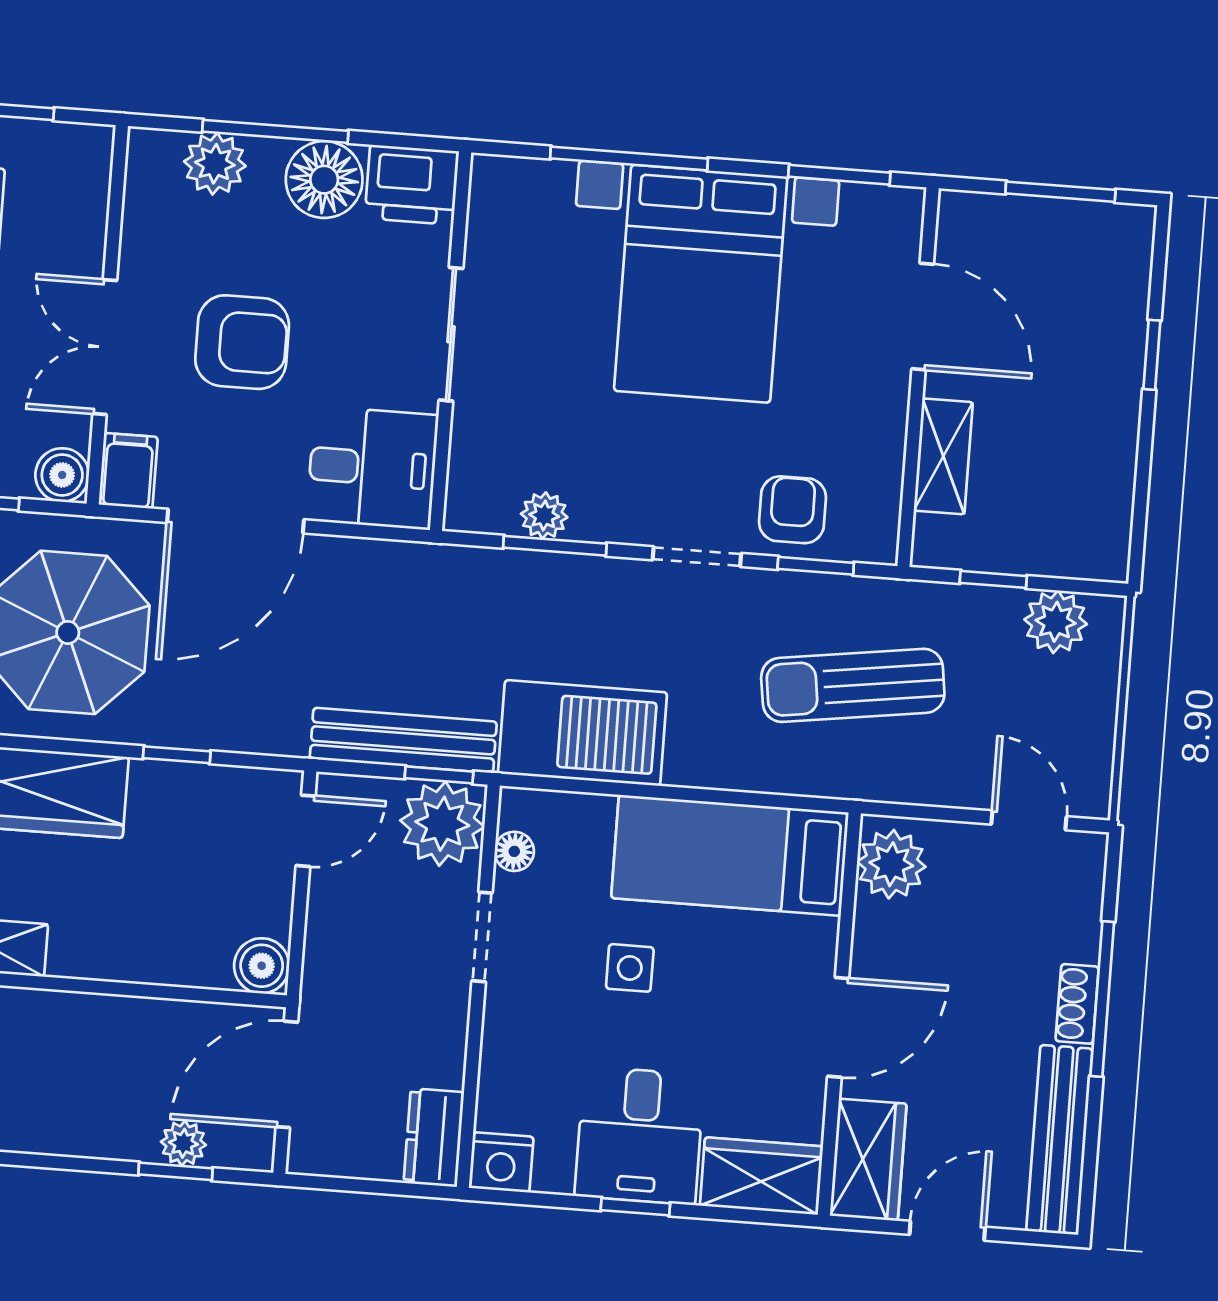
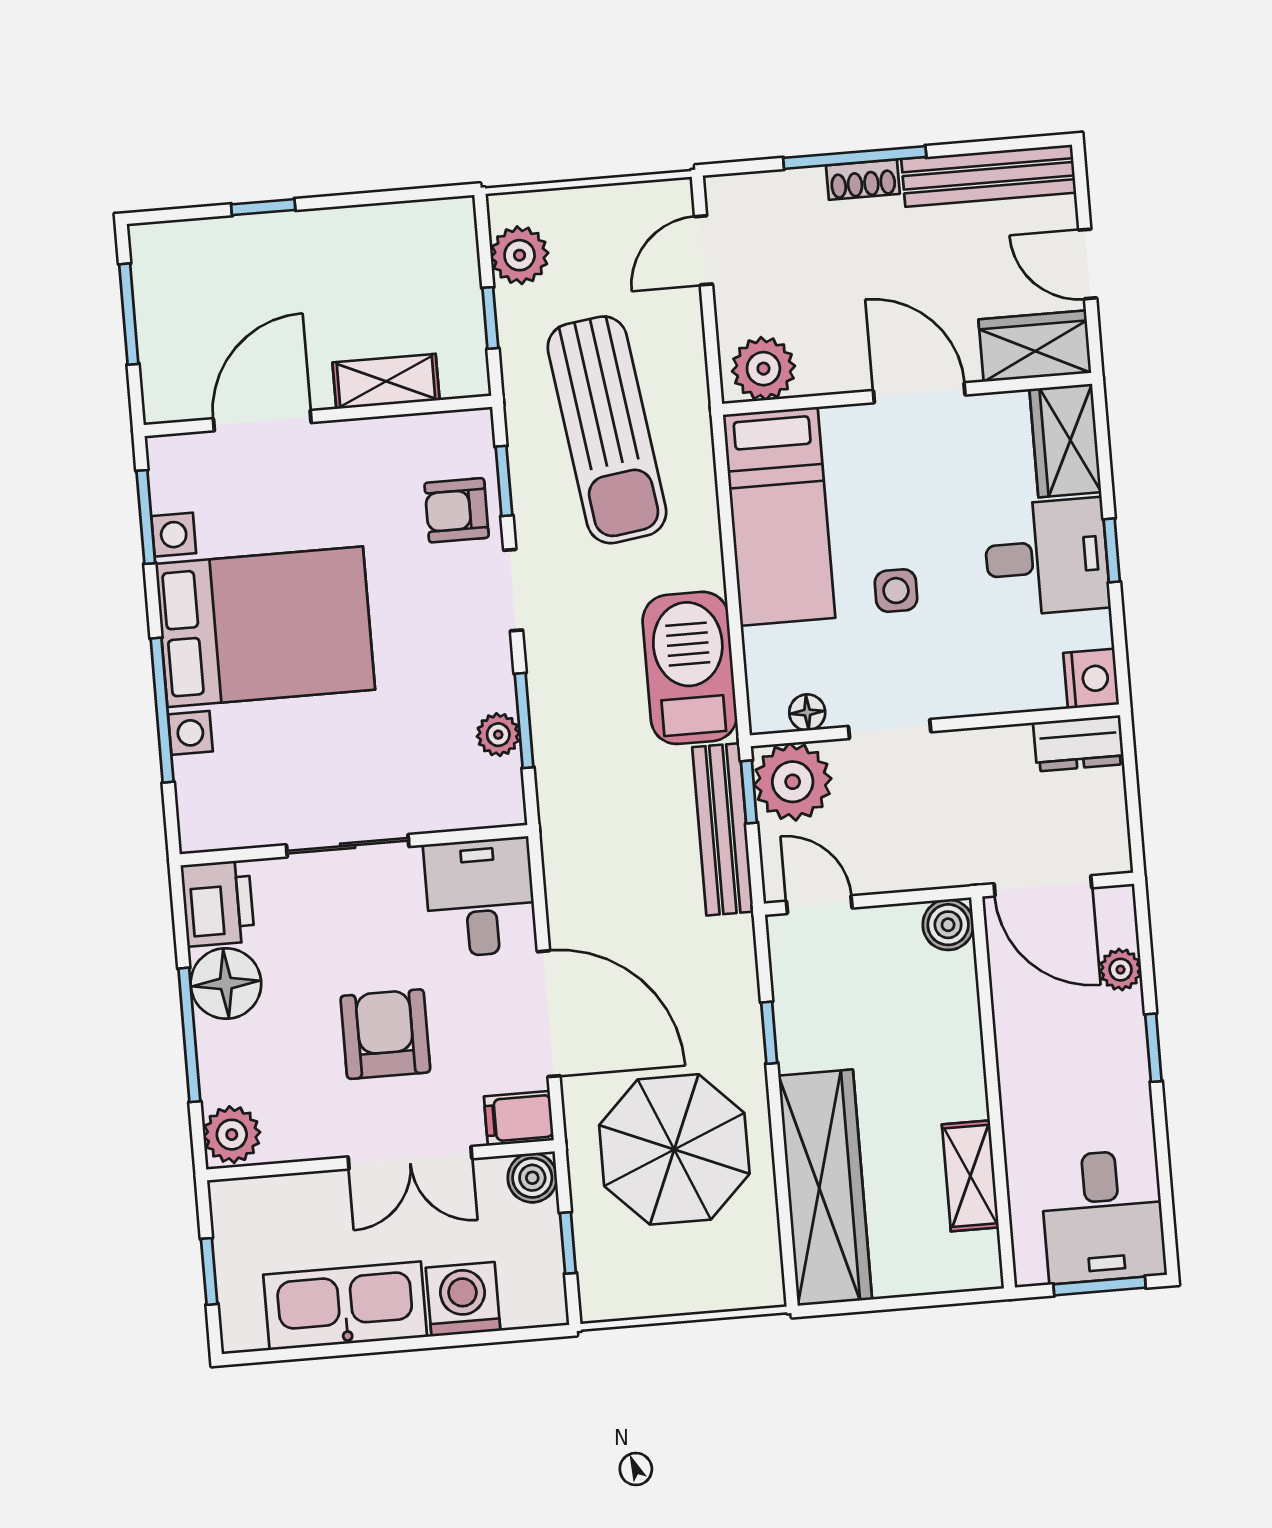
plant: (215, 164) -> (232, 1135), moved
sun lounger: (853, 685) -> (607, 430), width x1.36, depth x1.34
window: (175, 1171) -> (1153, 1048), moved

